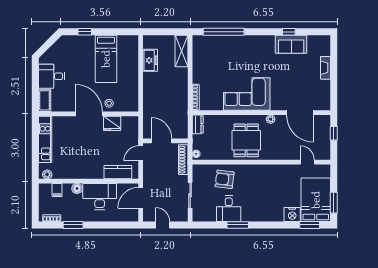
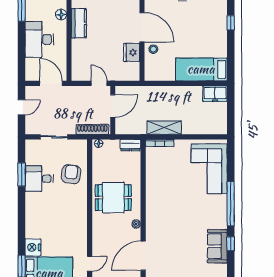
window: (224, 32) -> (231, 204), moved
shelving: (182, 51) -> (164, 128), moved
bed: (106, 59) -> (201, 69), moved
freezer: (150, 60) -> (215, 94), moved
corner sofa: (247, 94) -> (209, 169), moved, turned 180
door: (89, 114) -> (142, 27), hinge flipped
kitchen counter: (118, 172) -> (79, 23), moved
desk: (100, 197) -> (39, 39), moved, turned 180
window: (238, 225) -> (22, 174), moved

